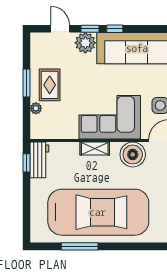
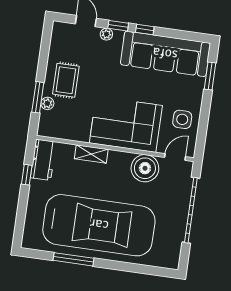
plant: (85, 43) -> (106, 34), width x0.53, depth x0.53
window: (26, 83) -> (38, 97), moved
shelving: (95, 149) -> (91, 154), moved
window: (26, 163) -> (27, 175), moved

